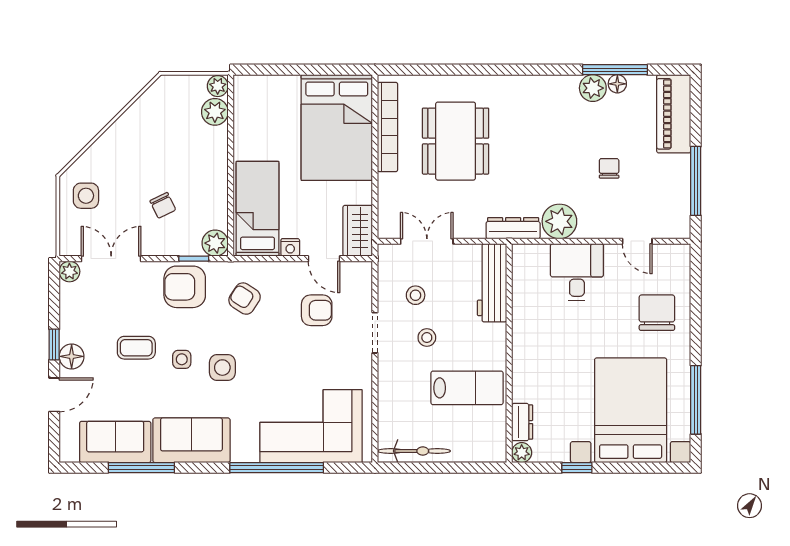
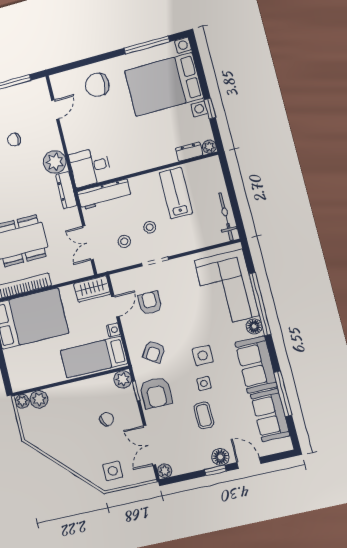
desk: (577, 272) -> (90, 167), moved
floor lamp: (247, 451) -> (254, 326), added

